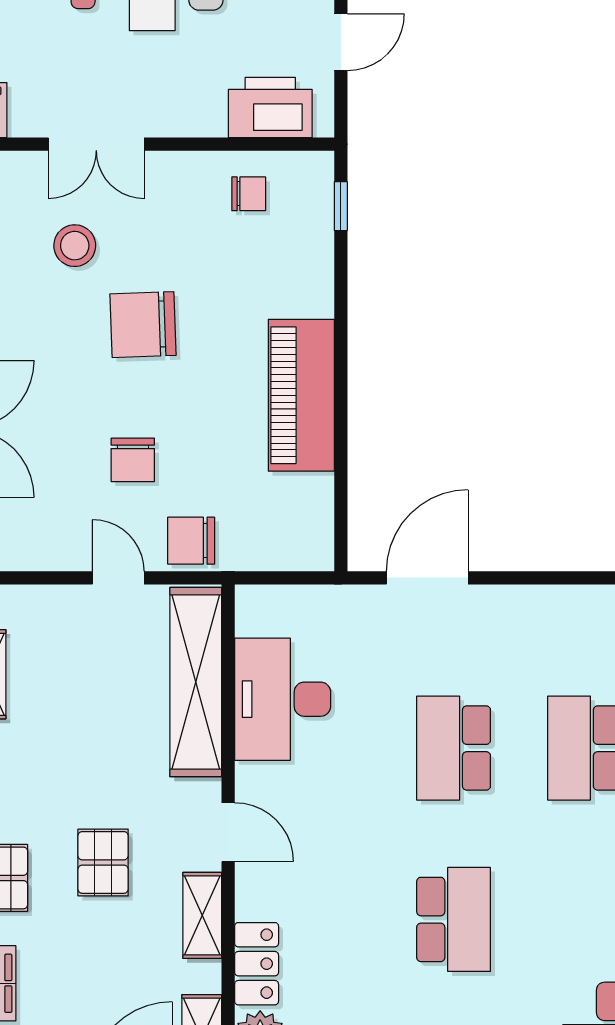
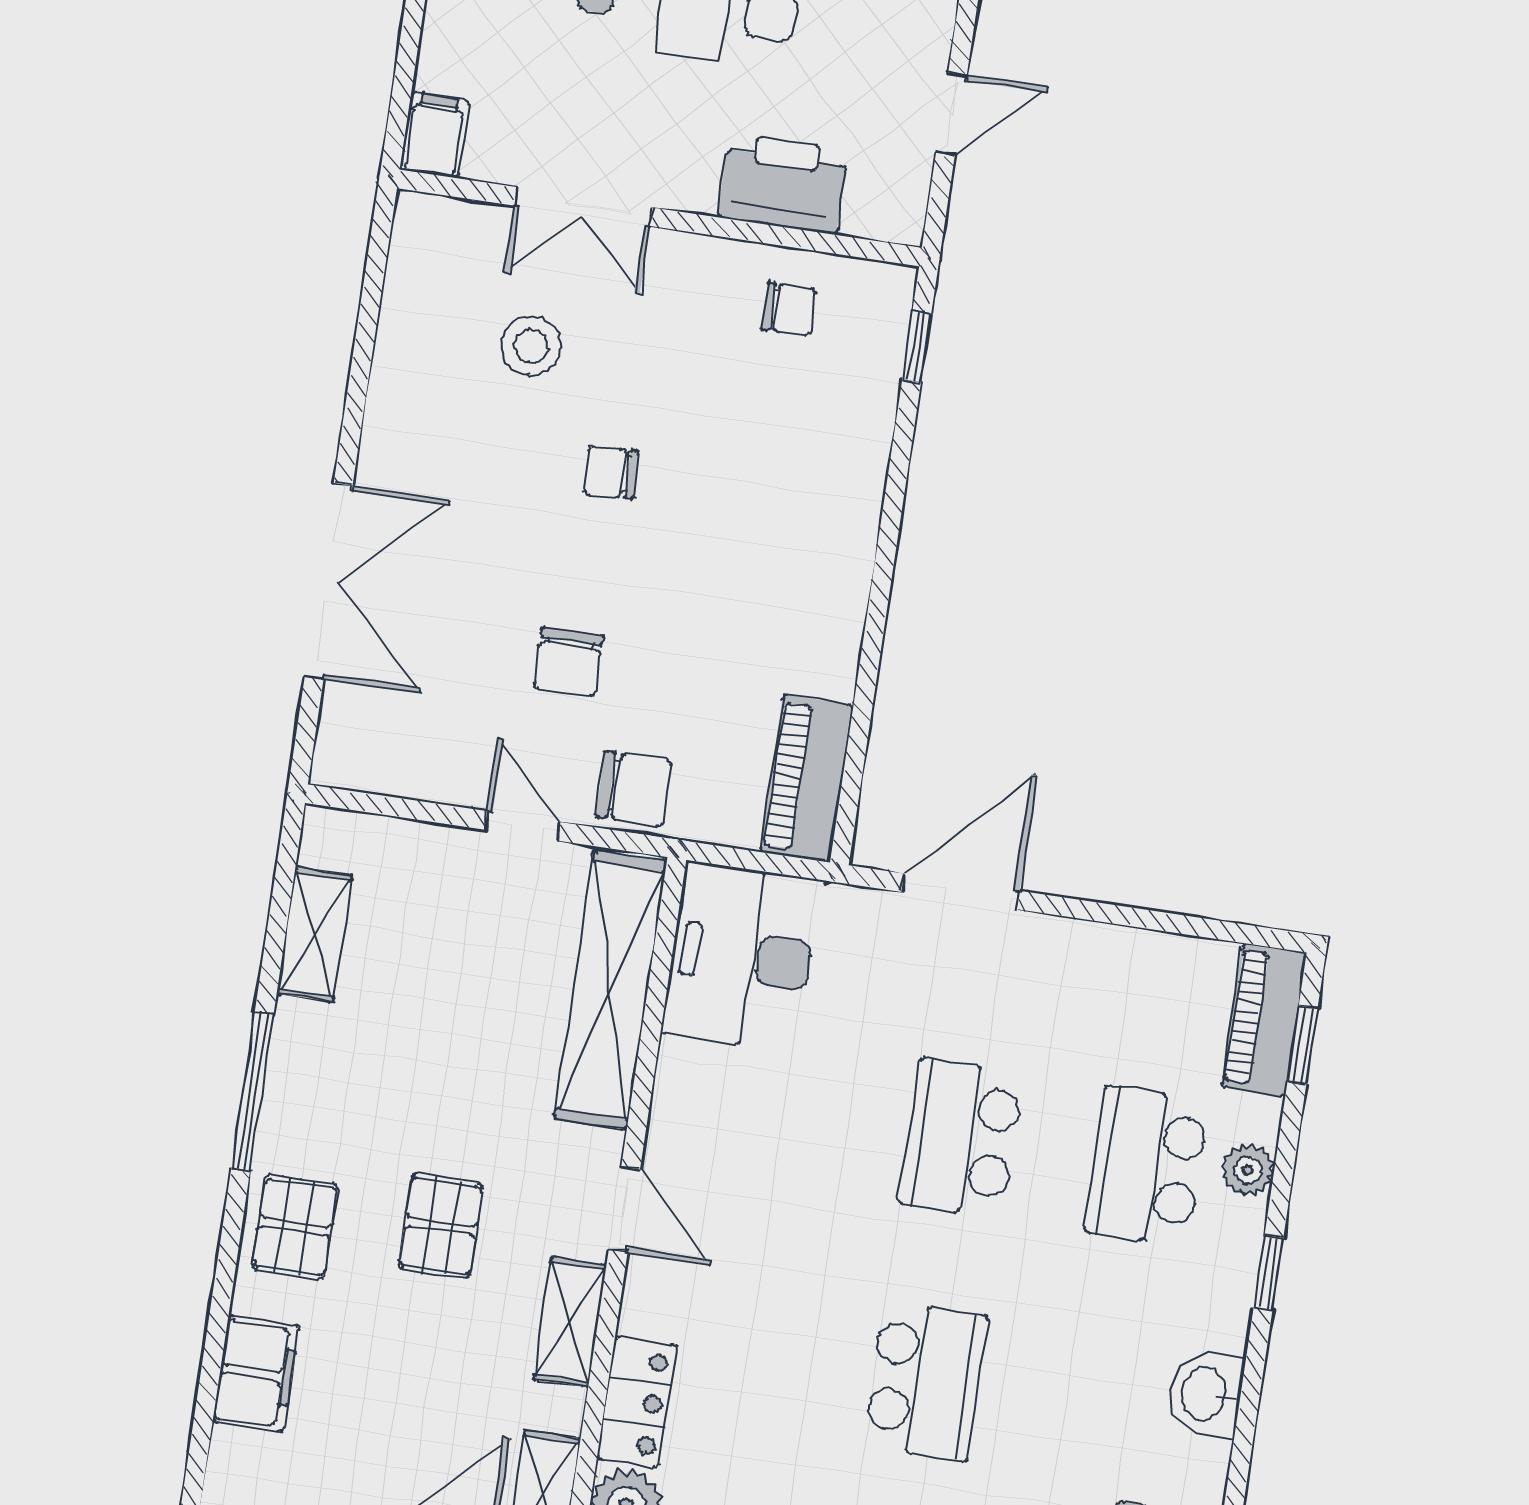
printer: (270, 108) -> (783, 183), moved
chair: (143, 325) -> (611, 472), width x0.54, depth x0.54
piano: (301, 395) -> (807, 778), moved, width x0.73, depth x0.75
chair: (191, 541) -> (634, 789), turned 180
desk: (283, 699) -> (741, 957), moved

